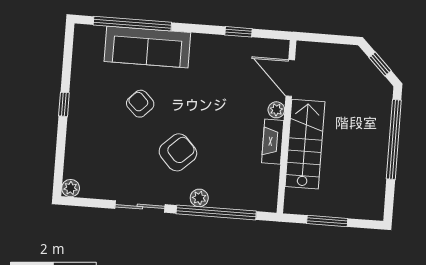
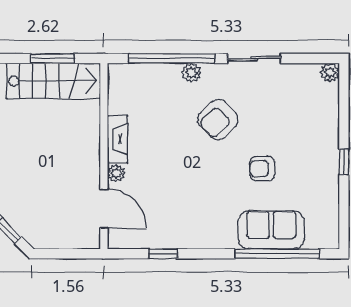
sofa: (147, 47) -> (271, 230), width x0.73
armchair: (140, 104) -> (262, 169), turned 136
stairs: (305, 144) -> (53, 81), moved, turned -90

